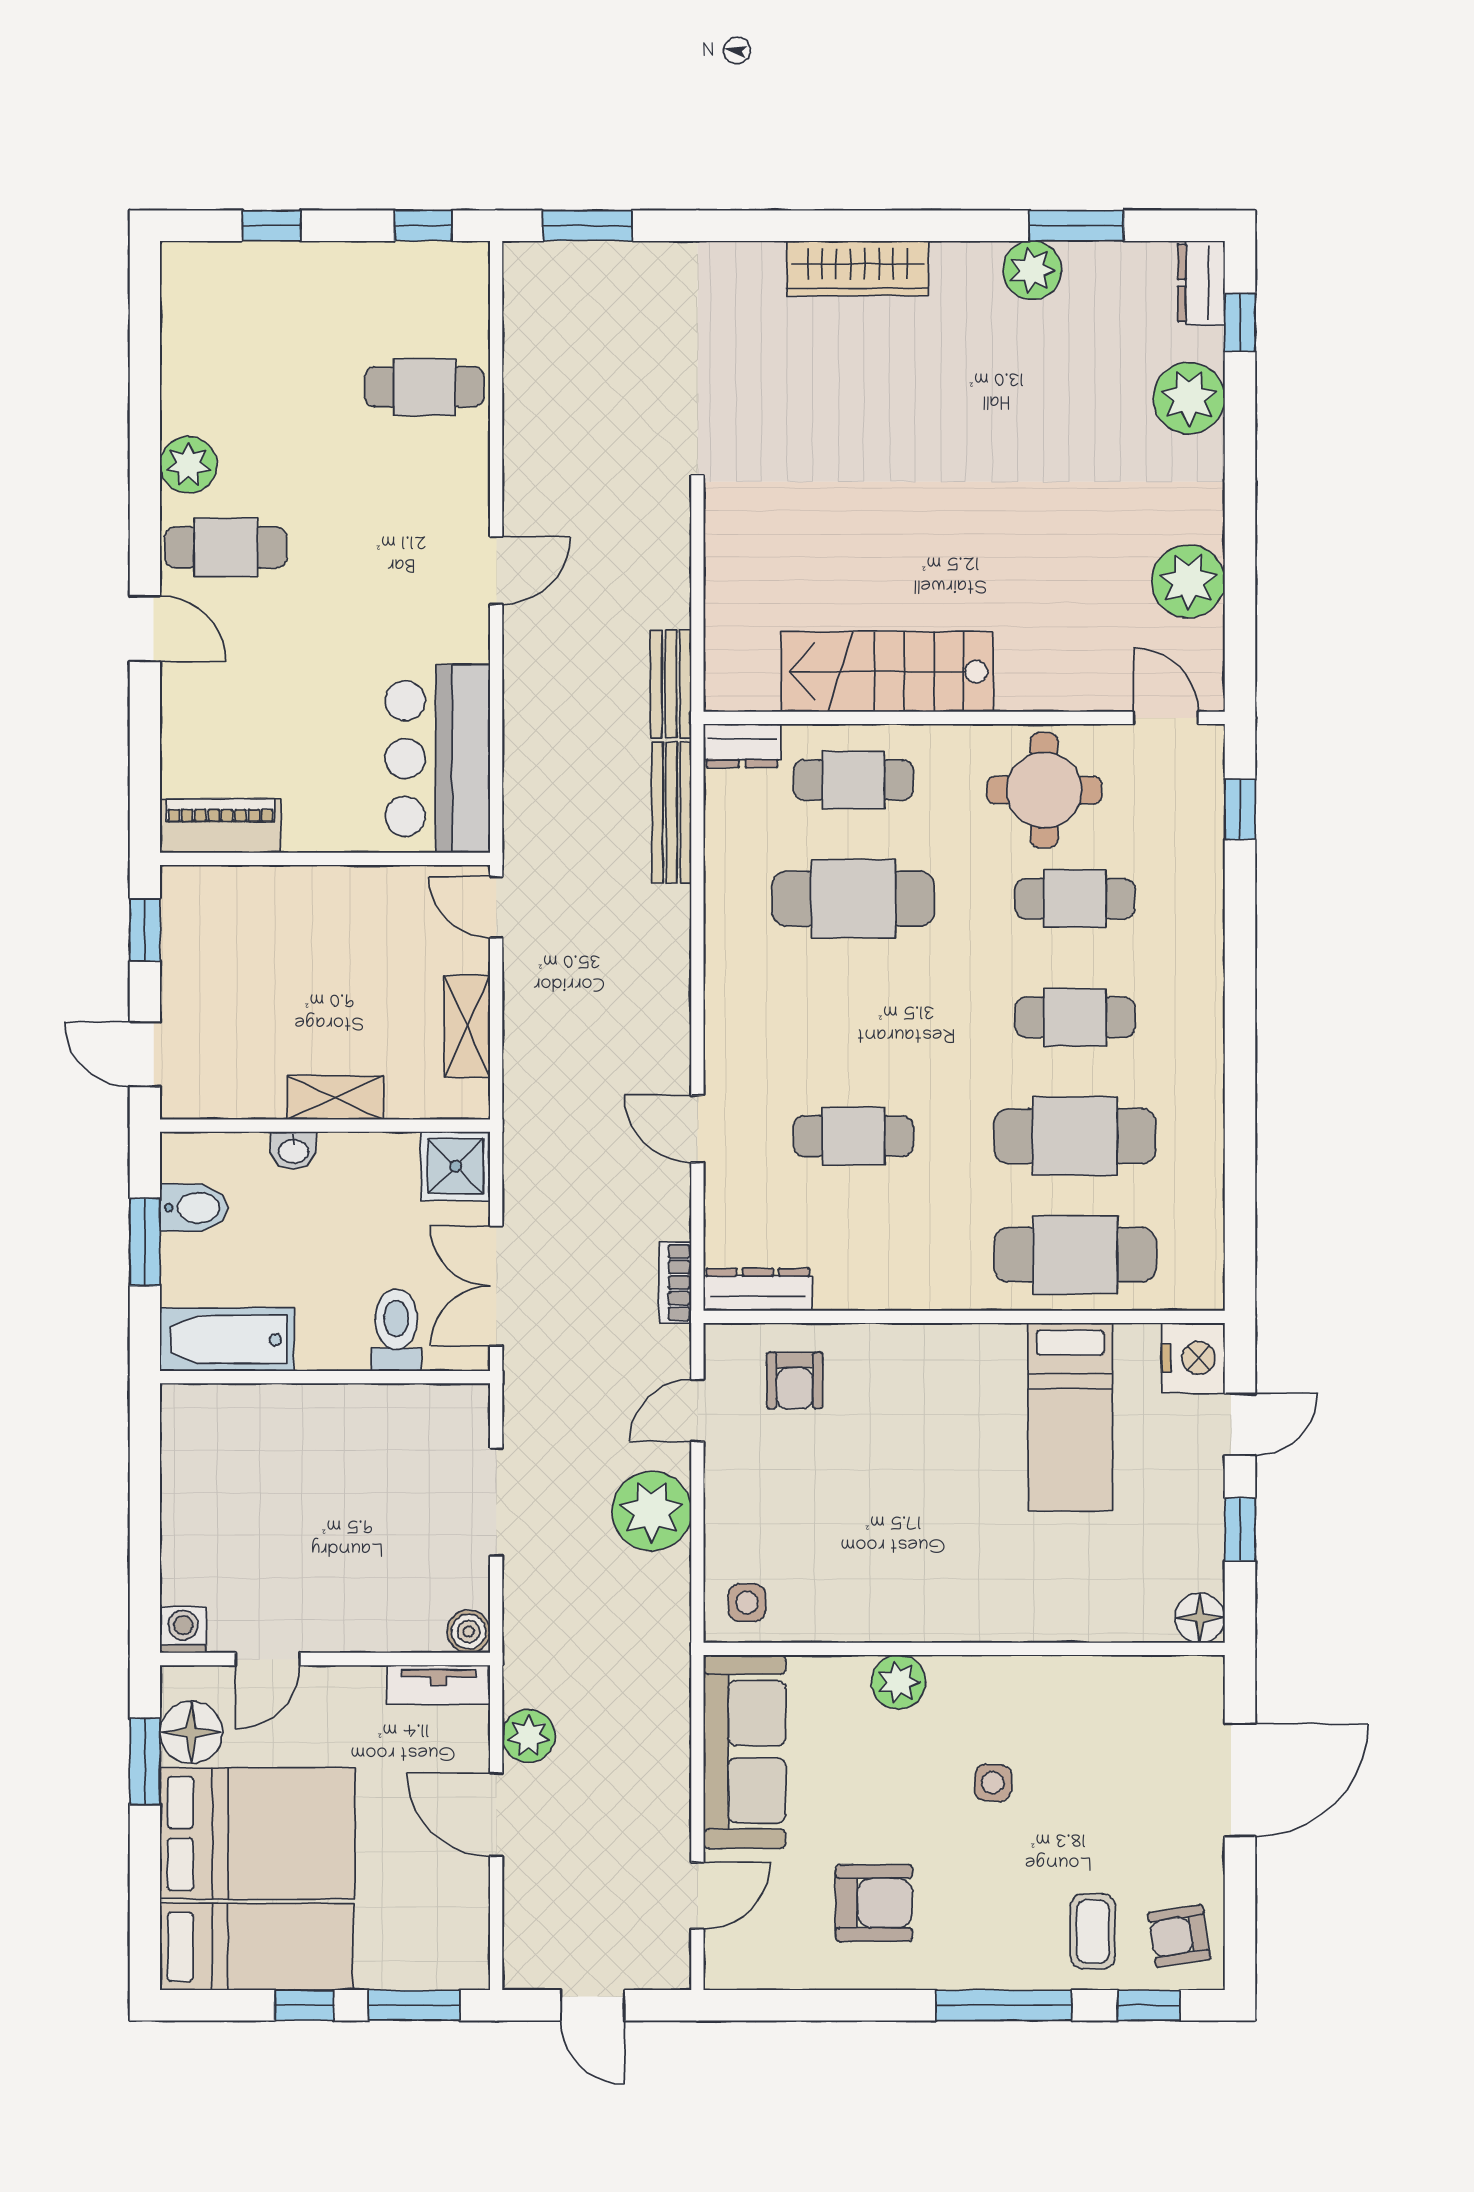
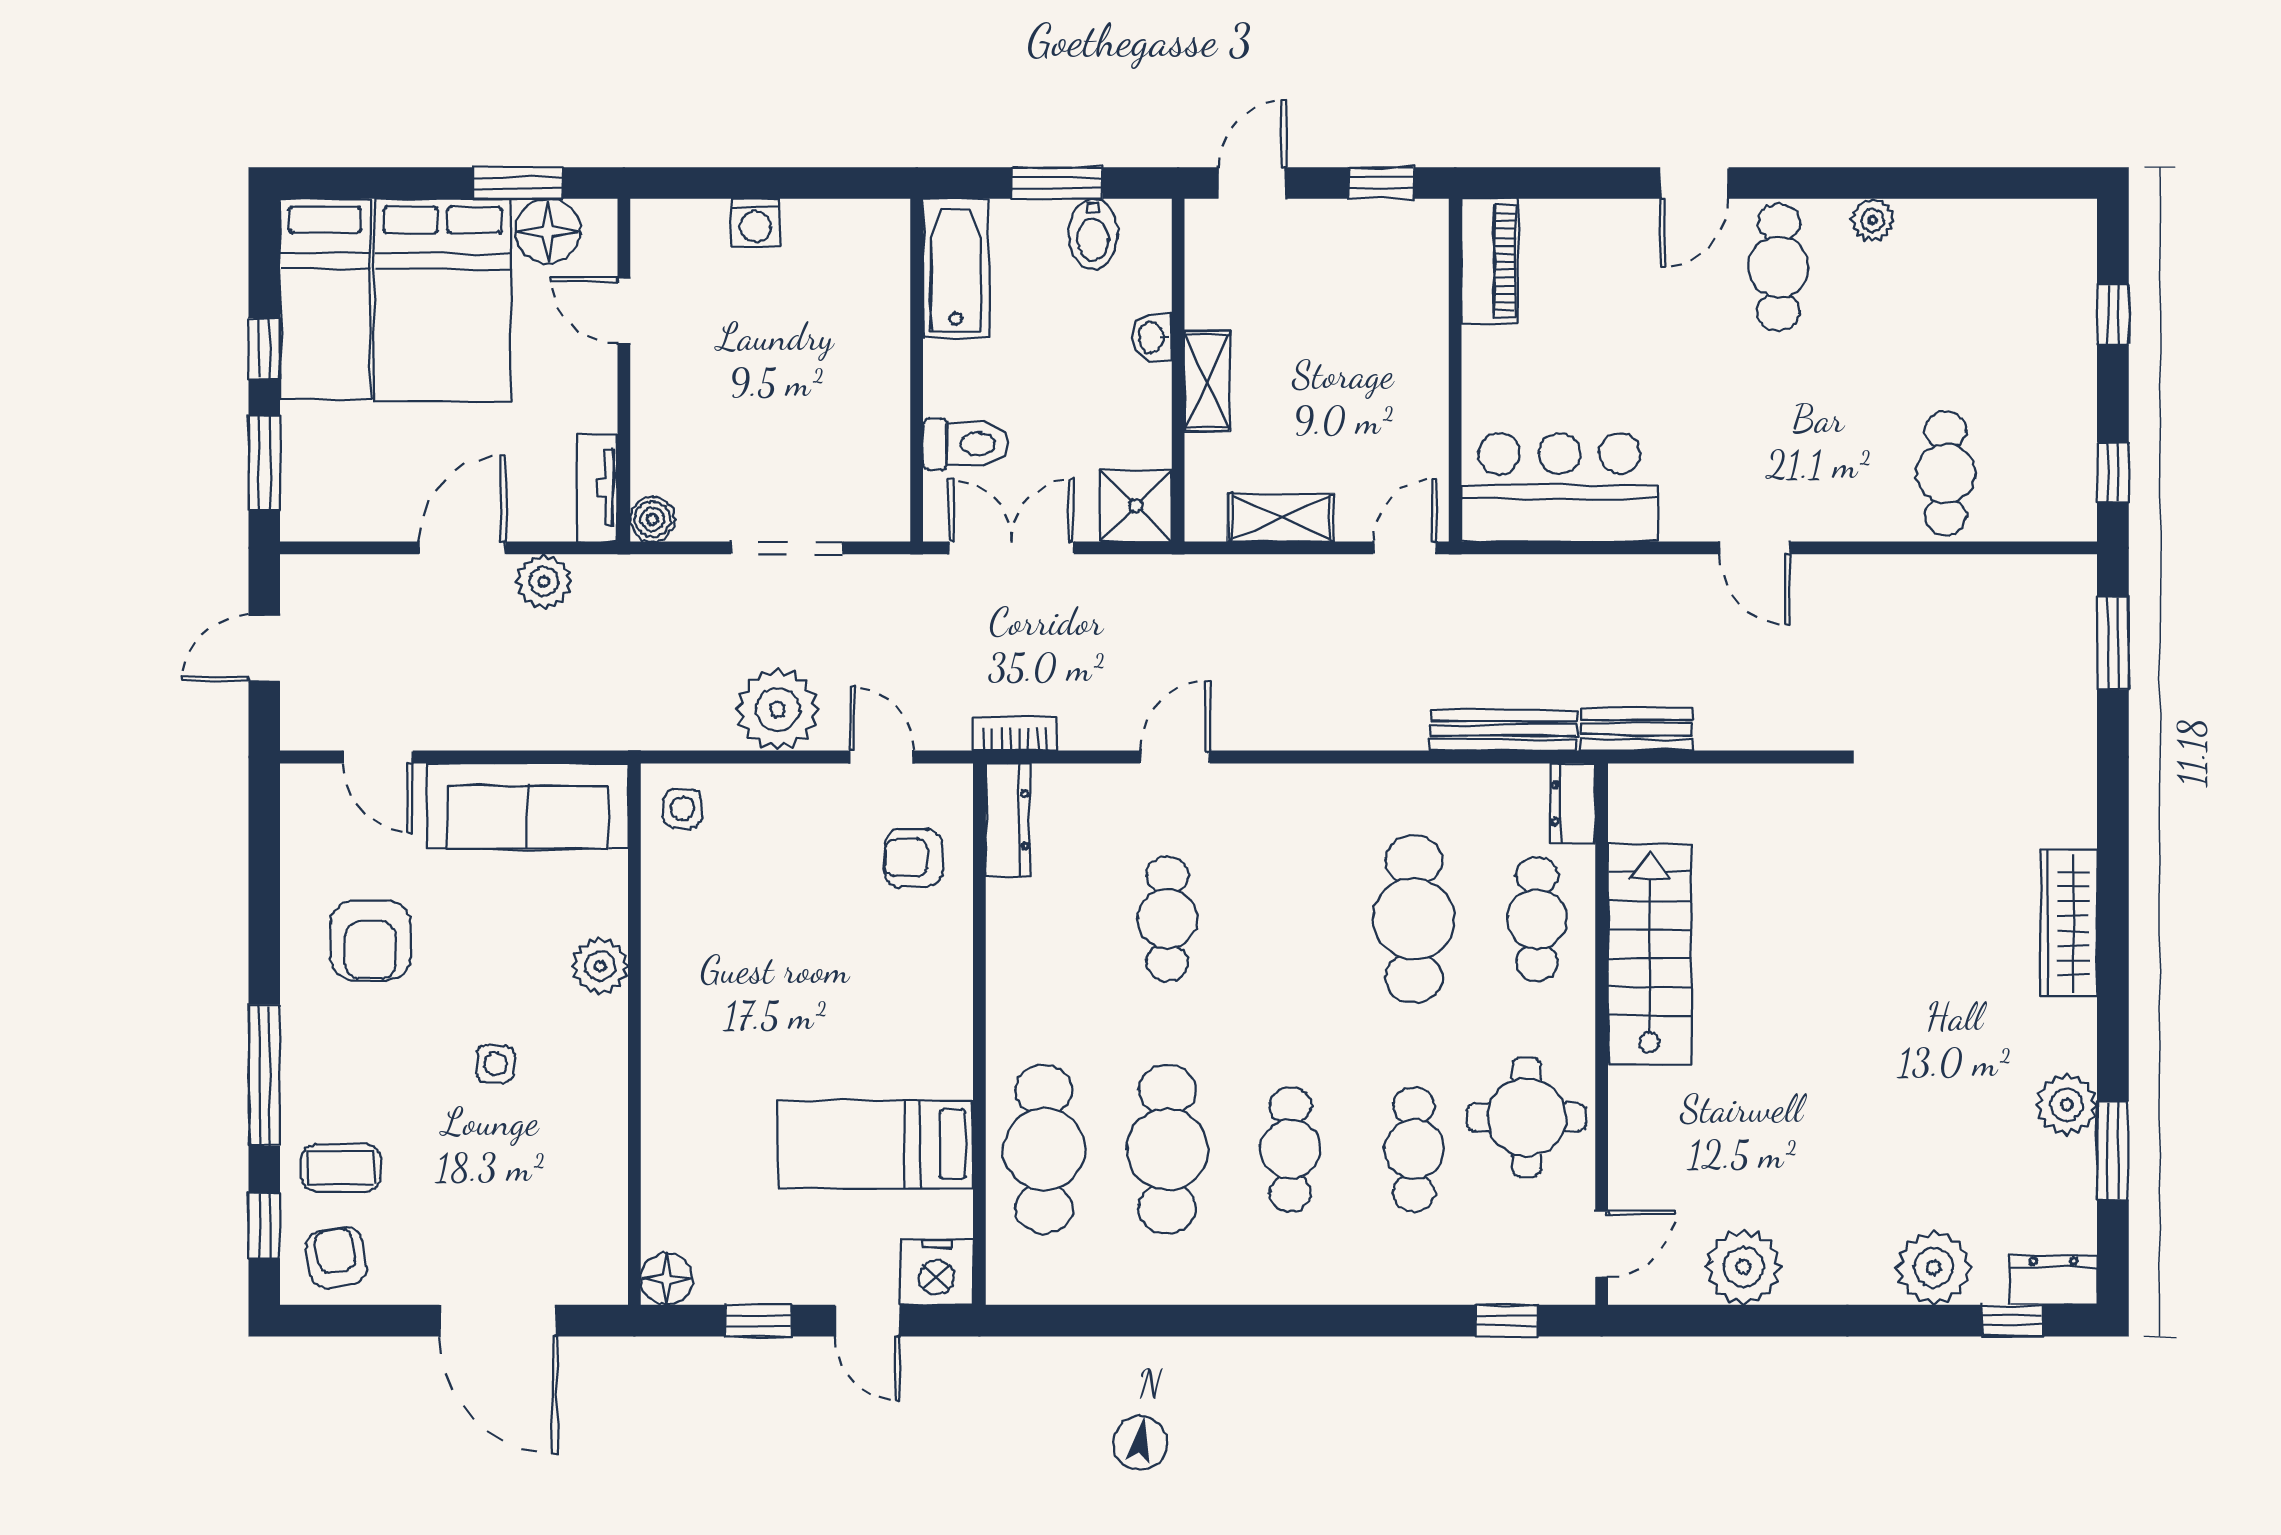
plant: (188, 465) -> (1873, 220), width x0.73, depth x0.73
washing machine: (183, 1630) -> (756, 223), moved, turned 90

